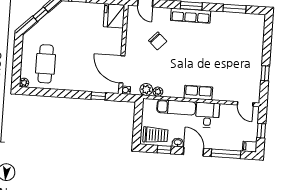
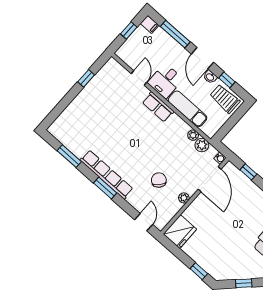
row of seats: (191, 16) -> (107, 175), width x1.36
plant: (130, 42) -> (184, 198), added
door: (245, 104) -> (139, 78), moved

